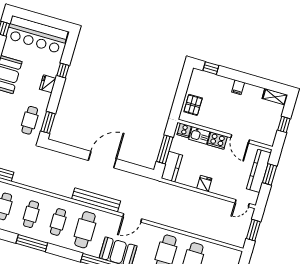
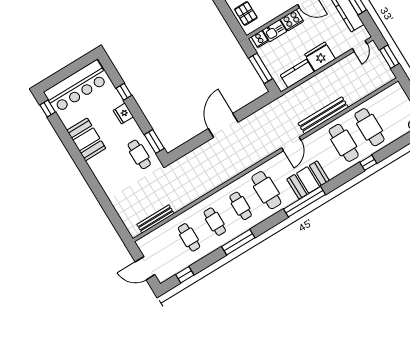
kitchen counter: (172, 167) -> (297, 74), moved, turned -90
fridge: (204, 184) -> (320, 57), width x1.88, depth x1.34
bench: (96, 200) -> (323, 115), moved

